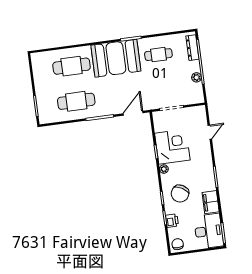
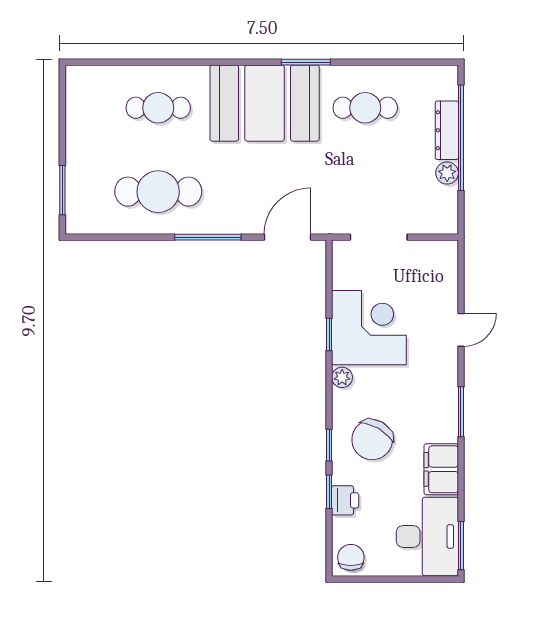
dresser: (192, 48) -> (447, 130), moved
cafe table: (72, 66) -> (158, 108), width x0.73, depth x0.74
door: (210, 132) -> (461, 330), moved

